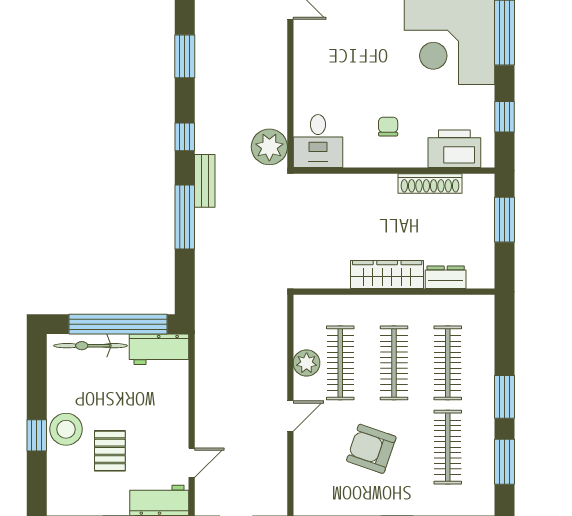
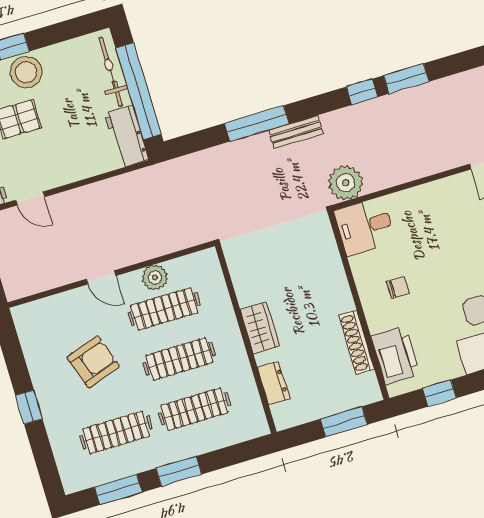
window: (185, 137) -> (362, 92), moved
wardrobe: (387, 275) -> (260, 328), width x0.67
armchair: (371, 449) -> (93, 362), turned 52

